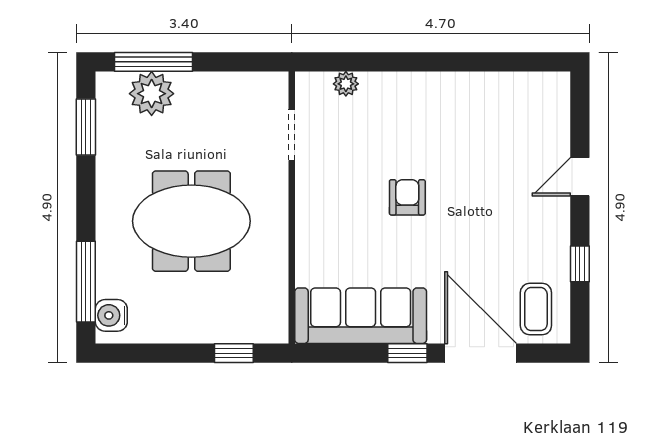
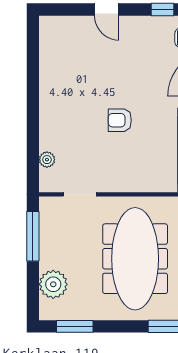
window: (153, 62) -> (33, 236), moved
meeting table: (191, 221) -> (135, 259), width x1.36

